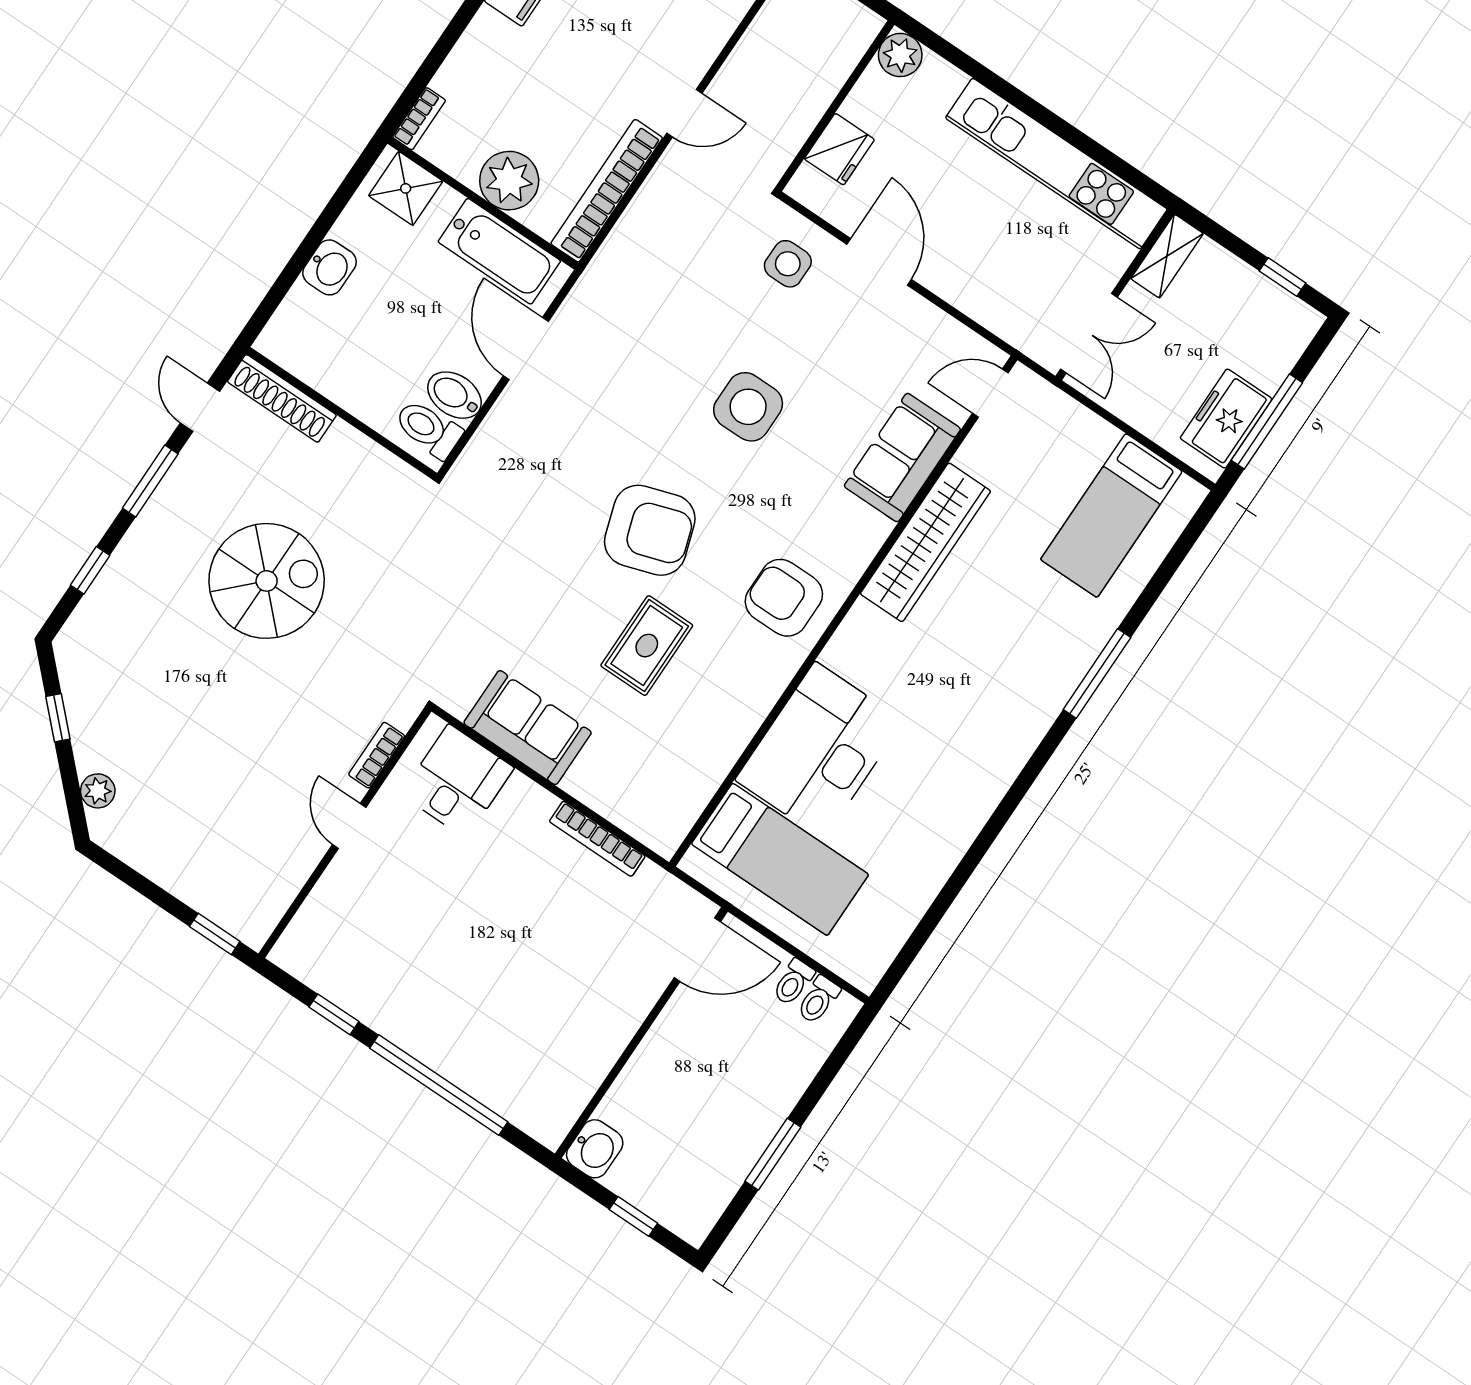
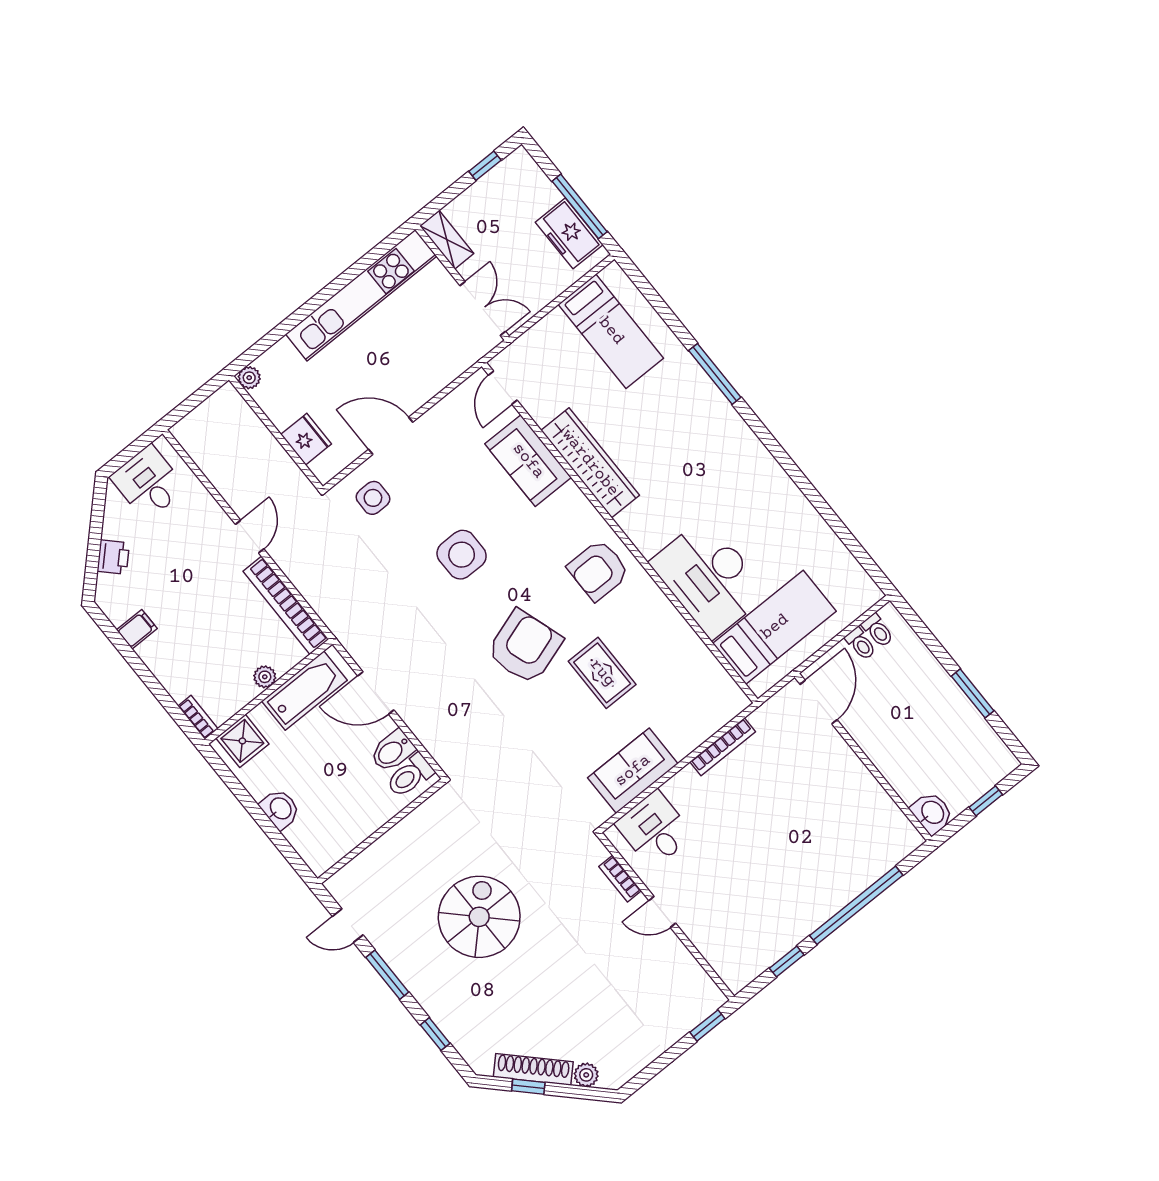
plant: (900, 55) -> (249, 378), width x0.73, depth x0.73
plant: (509, 181) -> (265, 677), width x0.53, depth x0.53
shoe rack: (282, 398) -> (533, 1069), moved, turned -135

